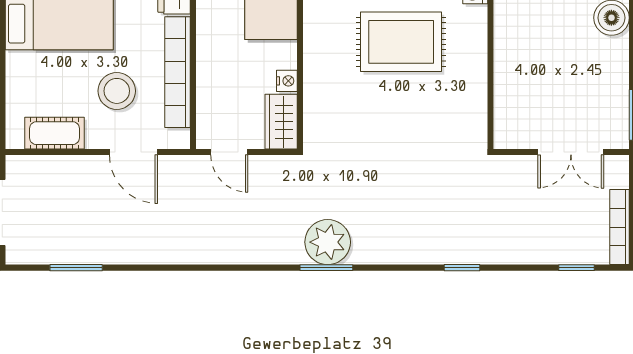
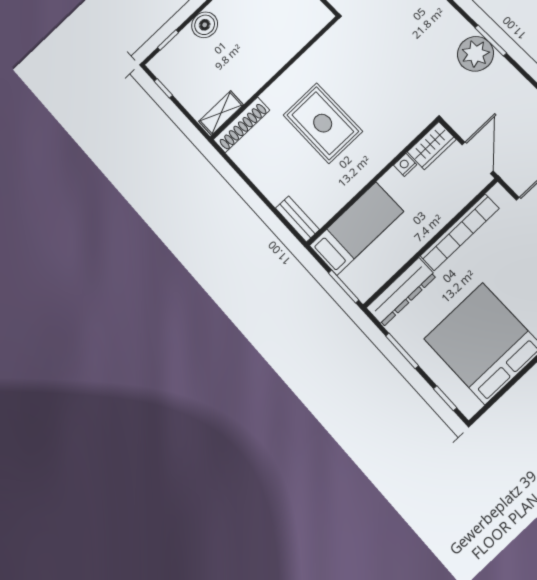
stool: (117, 91) -> (505, 257), removed
door: (229, 152) -> (478, 158), width x1.38

